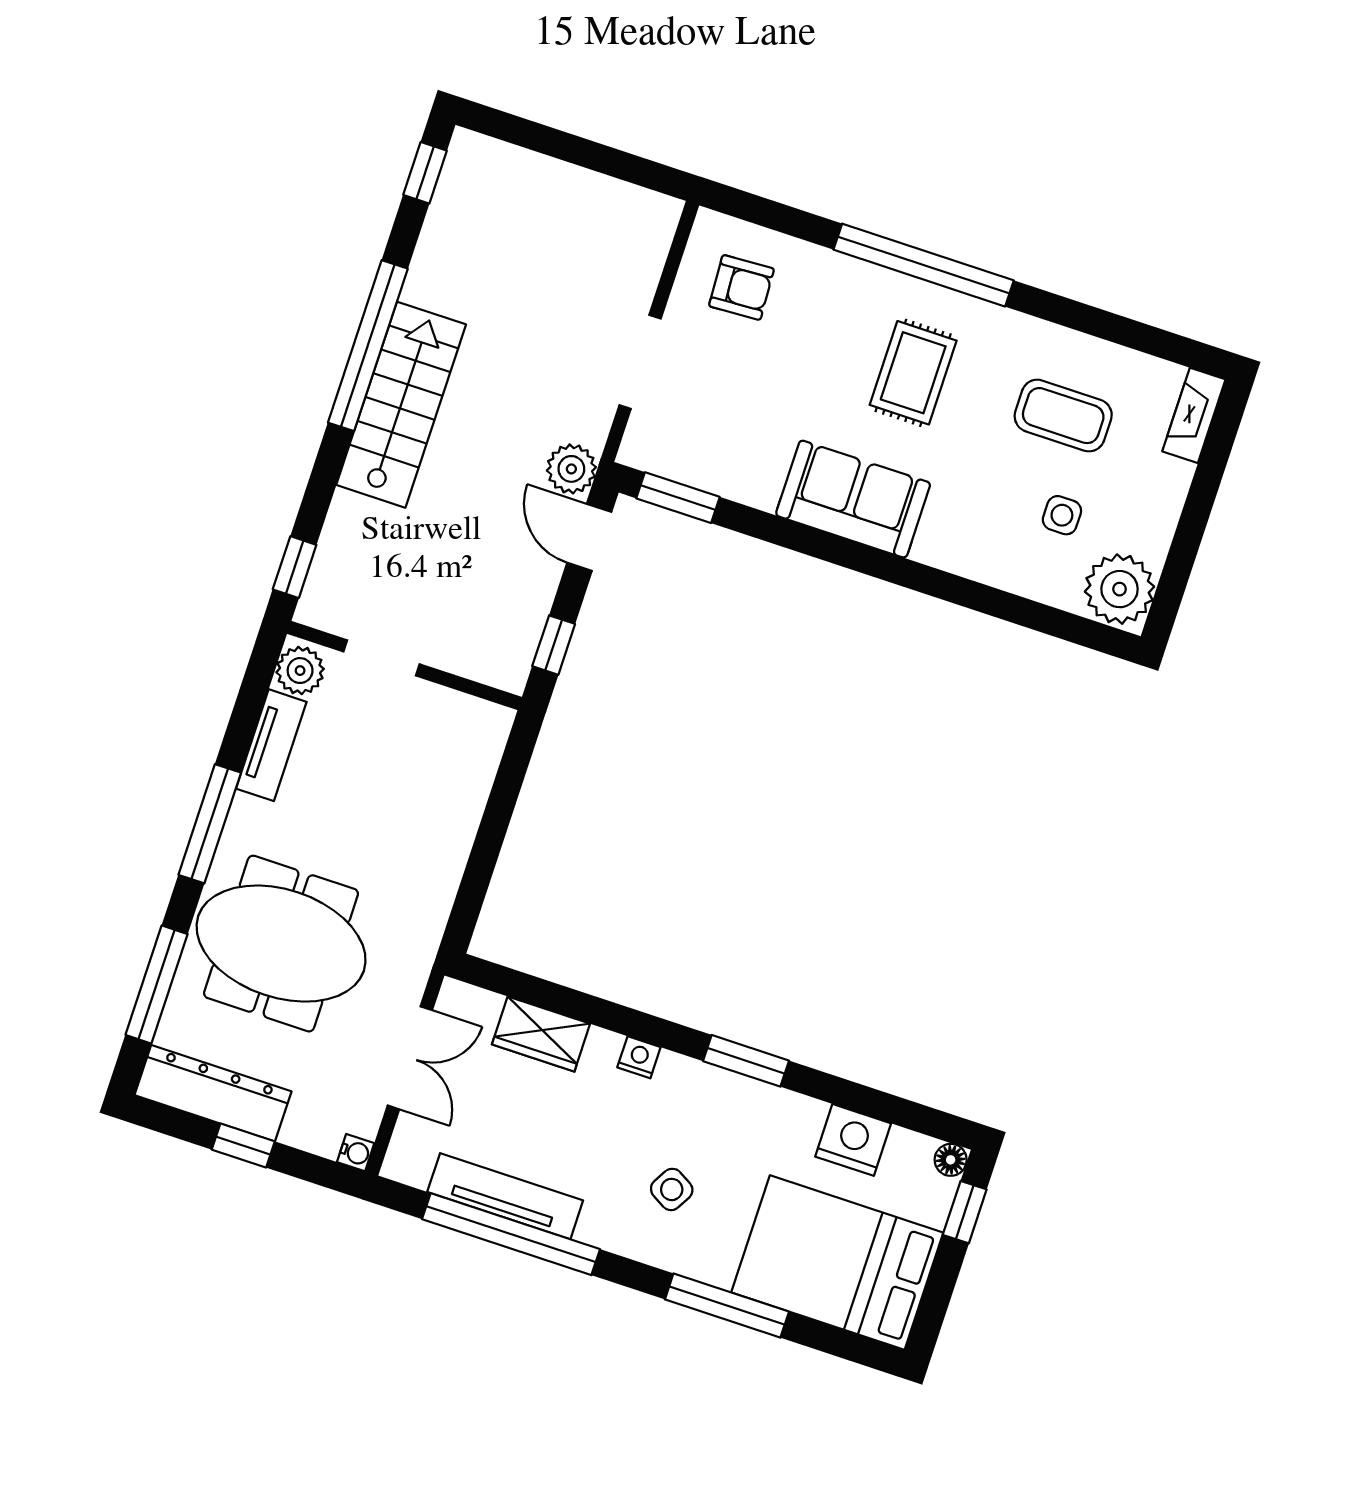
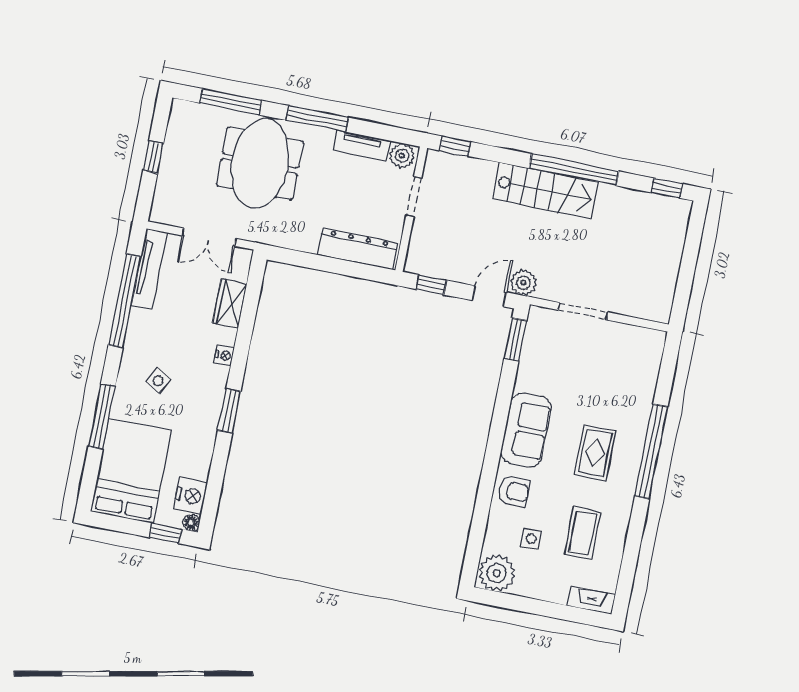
armchair: (741, 287) -> (514, 491), moved, turned -87
rug: (913, 373) -> (595, 453), turned 90
dresser: (213, 1093) -> (357, 249), moved, turned -90
nightstand: (853, 1140) -> (190, 496), moved
water cooler: (356, 1153) -> (157, 215), removed
tv unit: (505, 1196) -> (149, 269), moved

